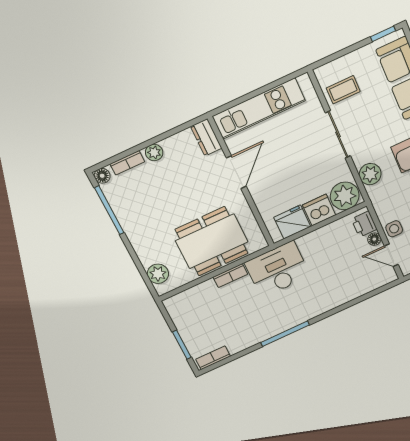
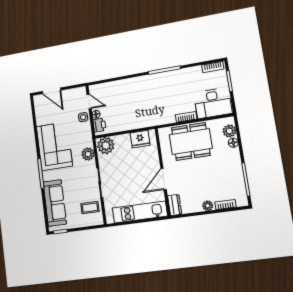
floor lamp: (102, 176) -> (233, 143), moved
dishwasher: (319, 210) -> (123, 142), removed
desk: (278, 269) -> (213, 103), moved

